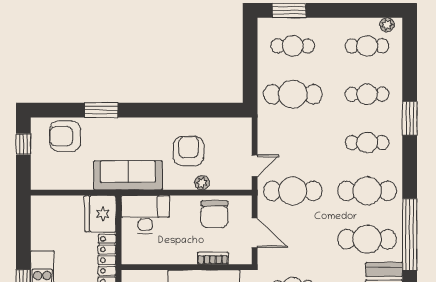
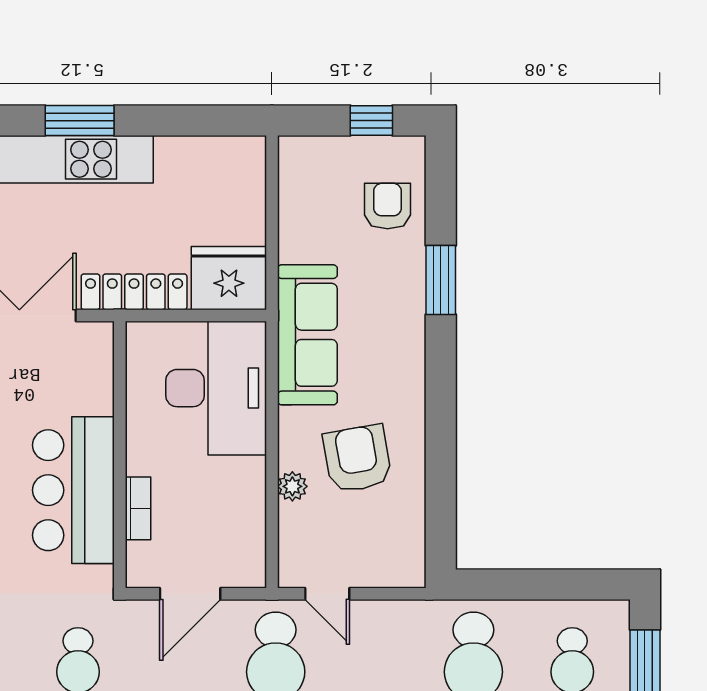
armchair: (65, 136) -> (388, 206), width x0.72, depth x0.72
armchair: (189, 151) -> (357, 459), turned -100
desk: (145, 214) -> (216, 388), width x1.36, depth x1.30
chair: (214, 214) -> (228, 512), removed

